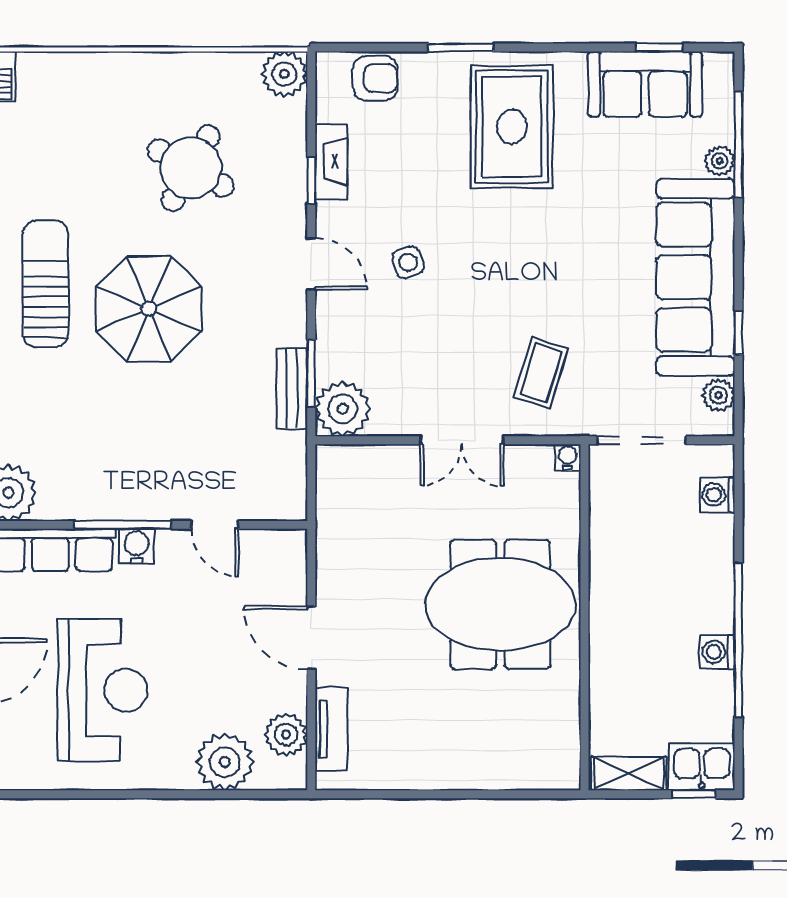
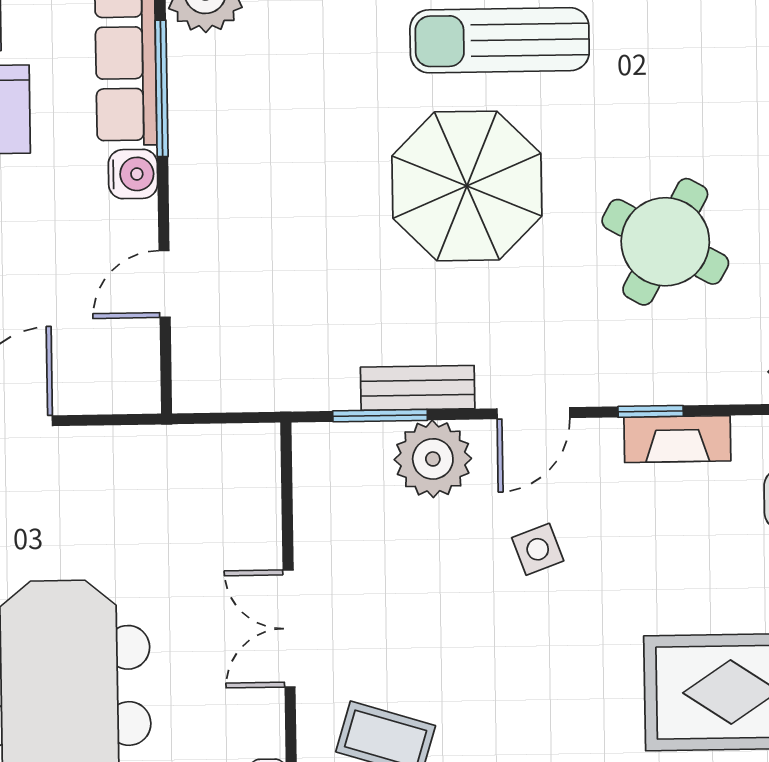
sun lounger: (45, 284) -> (500, 40), turned 180
bench: (292, 388) -> (418, 388), moved
plant: (343, 409) -> (433, 459), moved
window: (123, 525) -> (162, 88), moved

